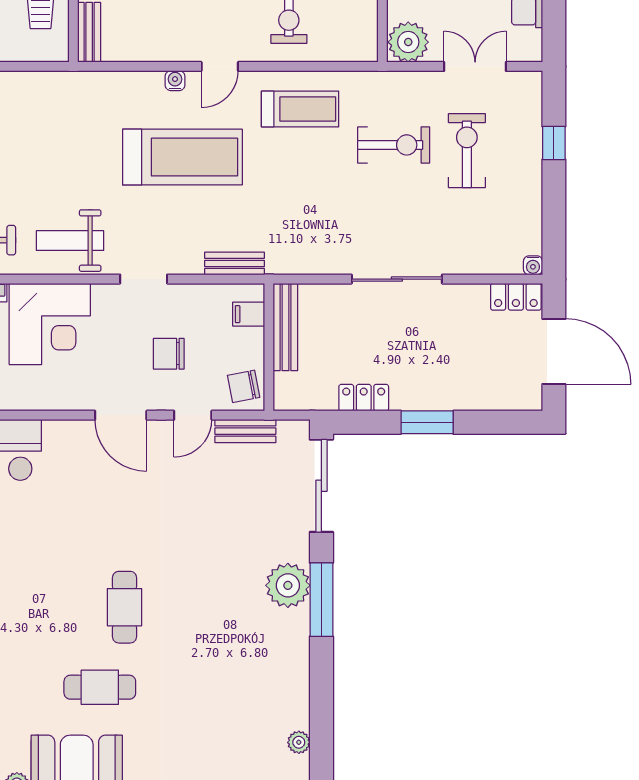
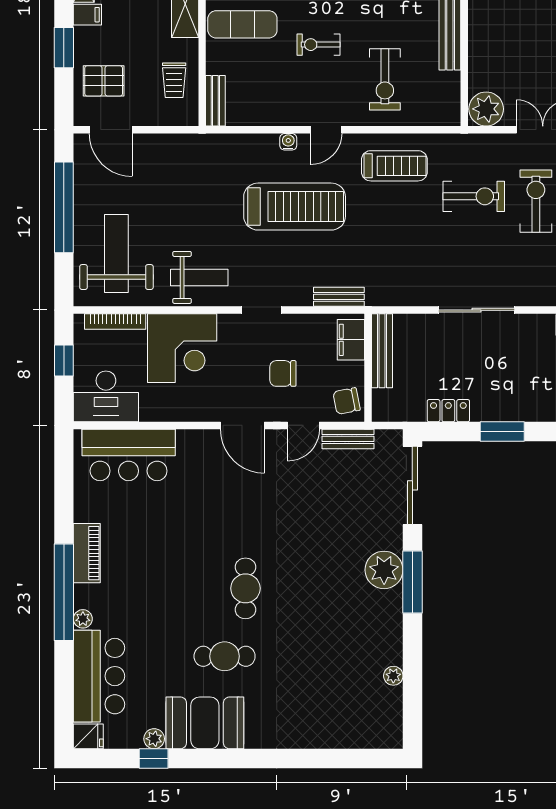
weight bench: (70, 241) -> (199, 277), turned 180
filing cabinet: (249, 314) -> (351, 340), width x2.00
plant: (299, 742) -> (393, 676), moved

